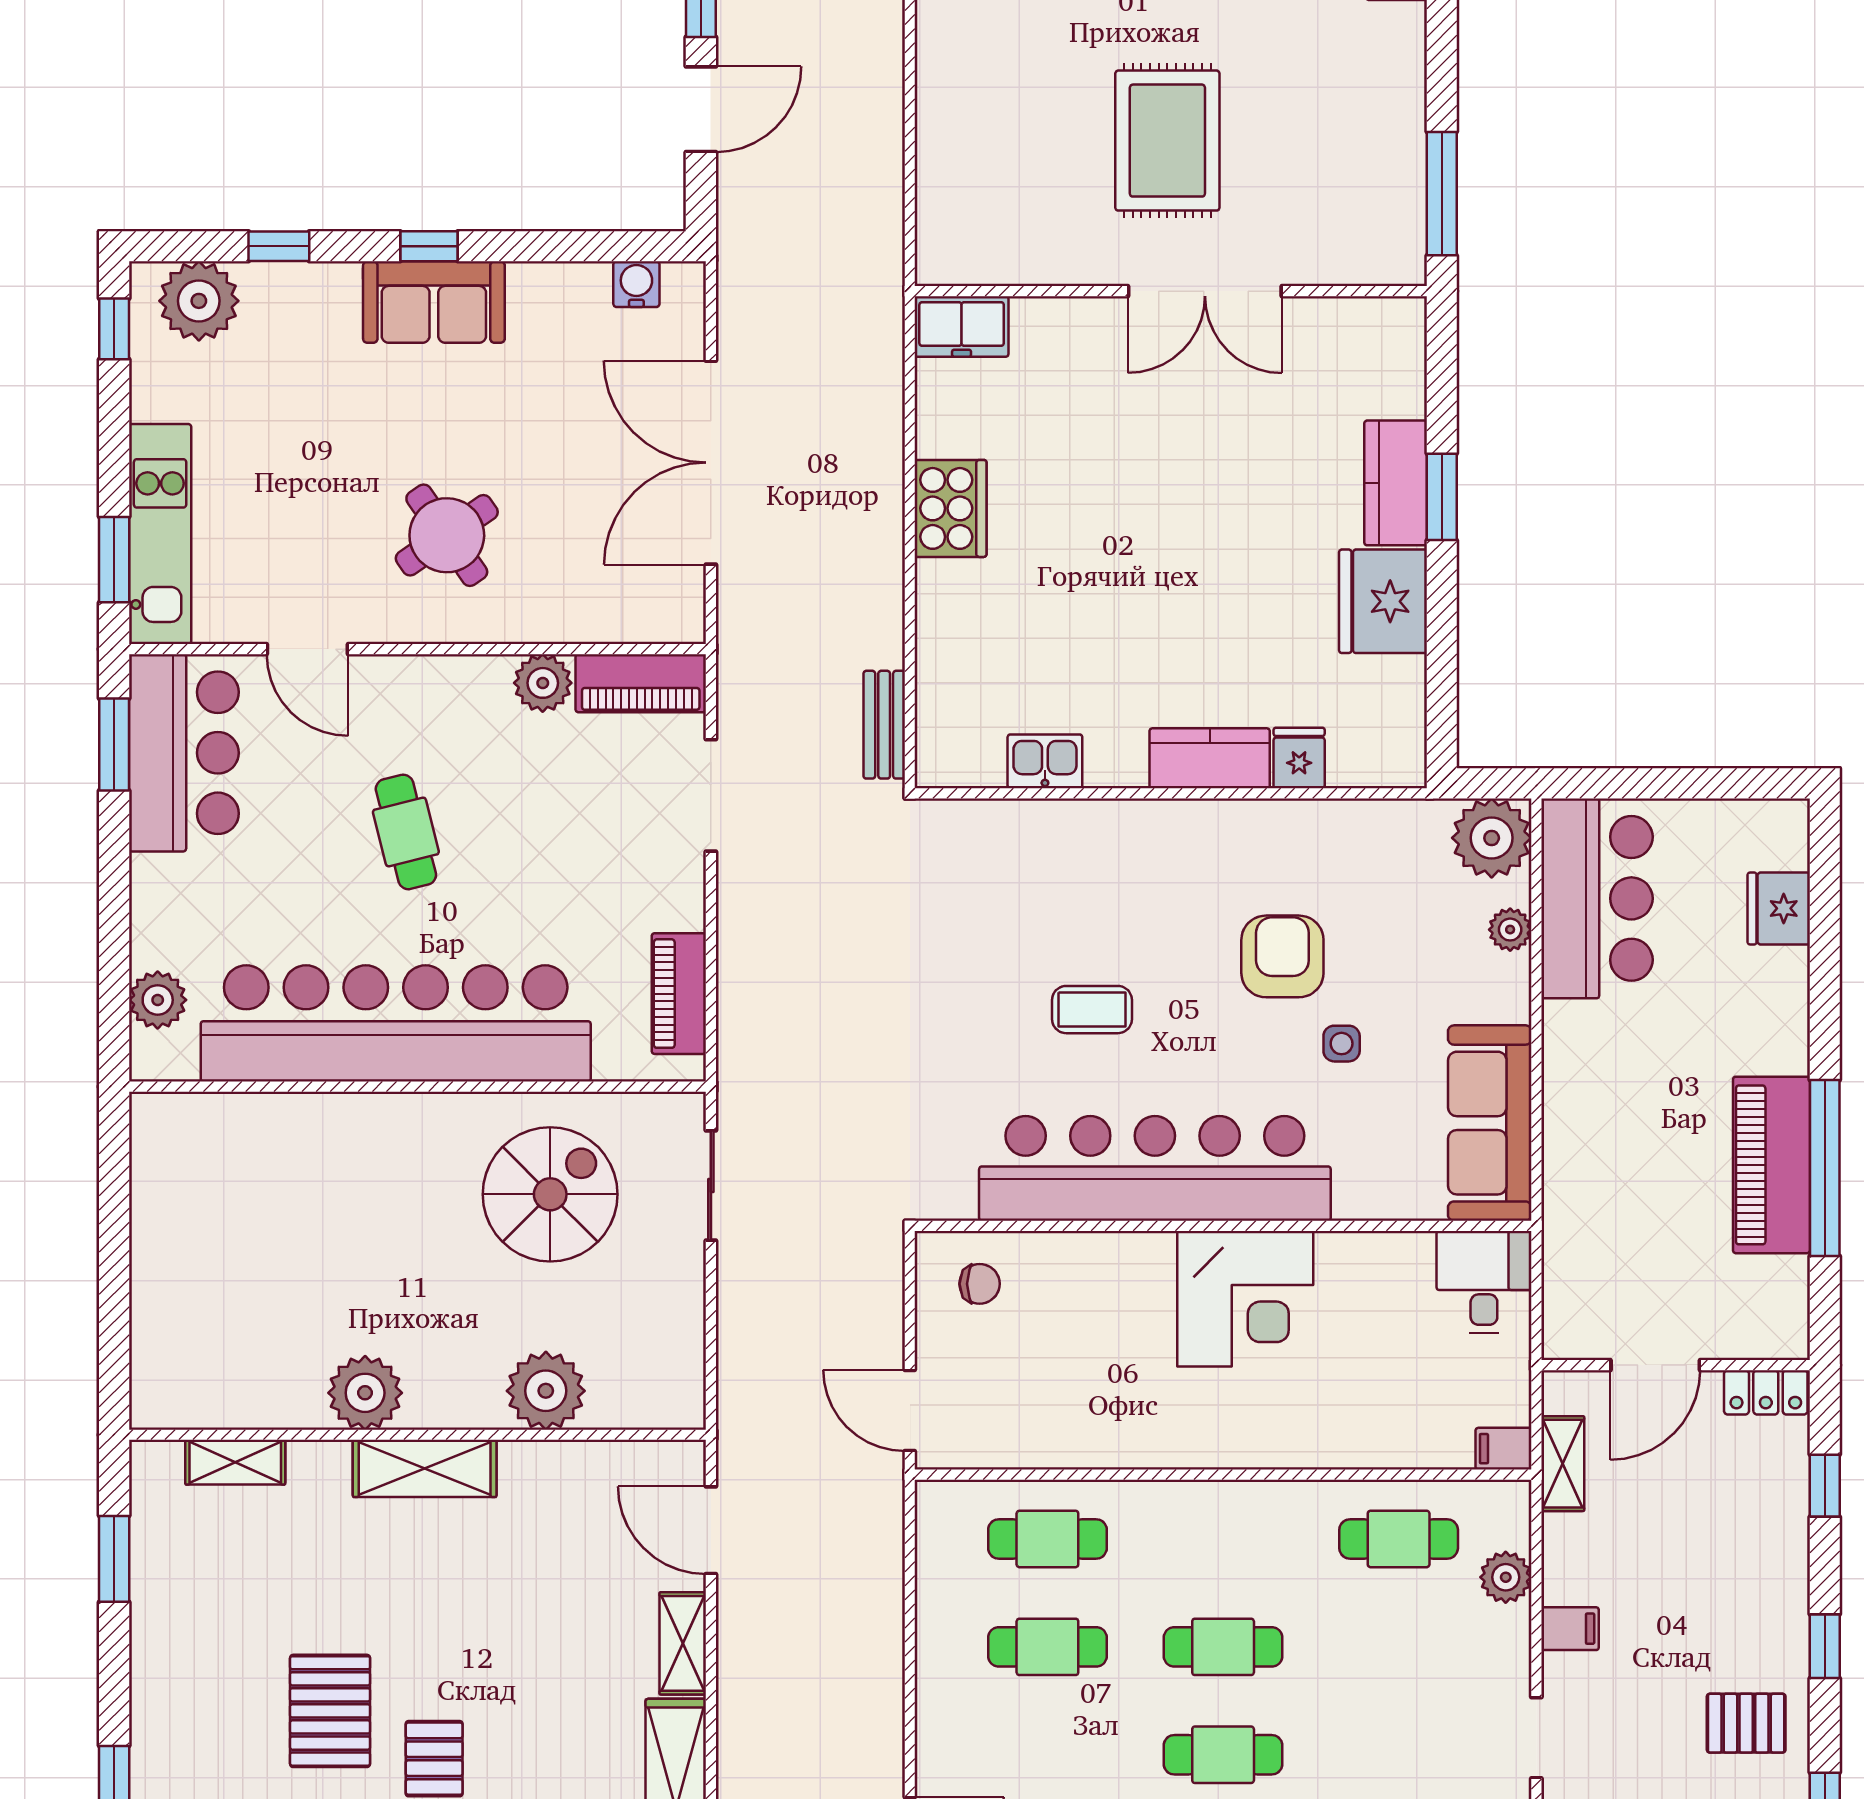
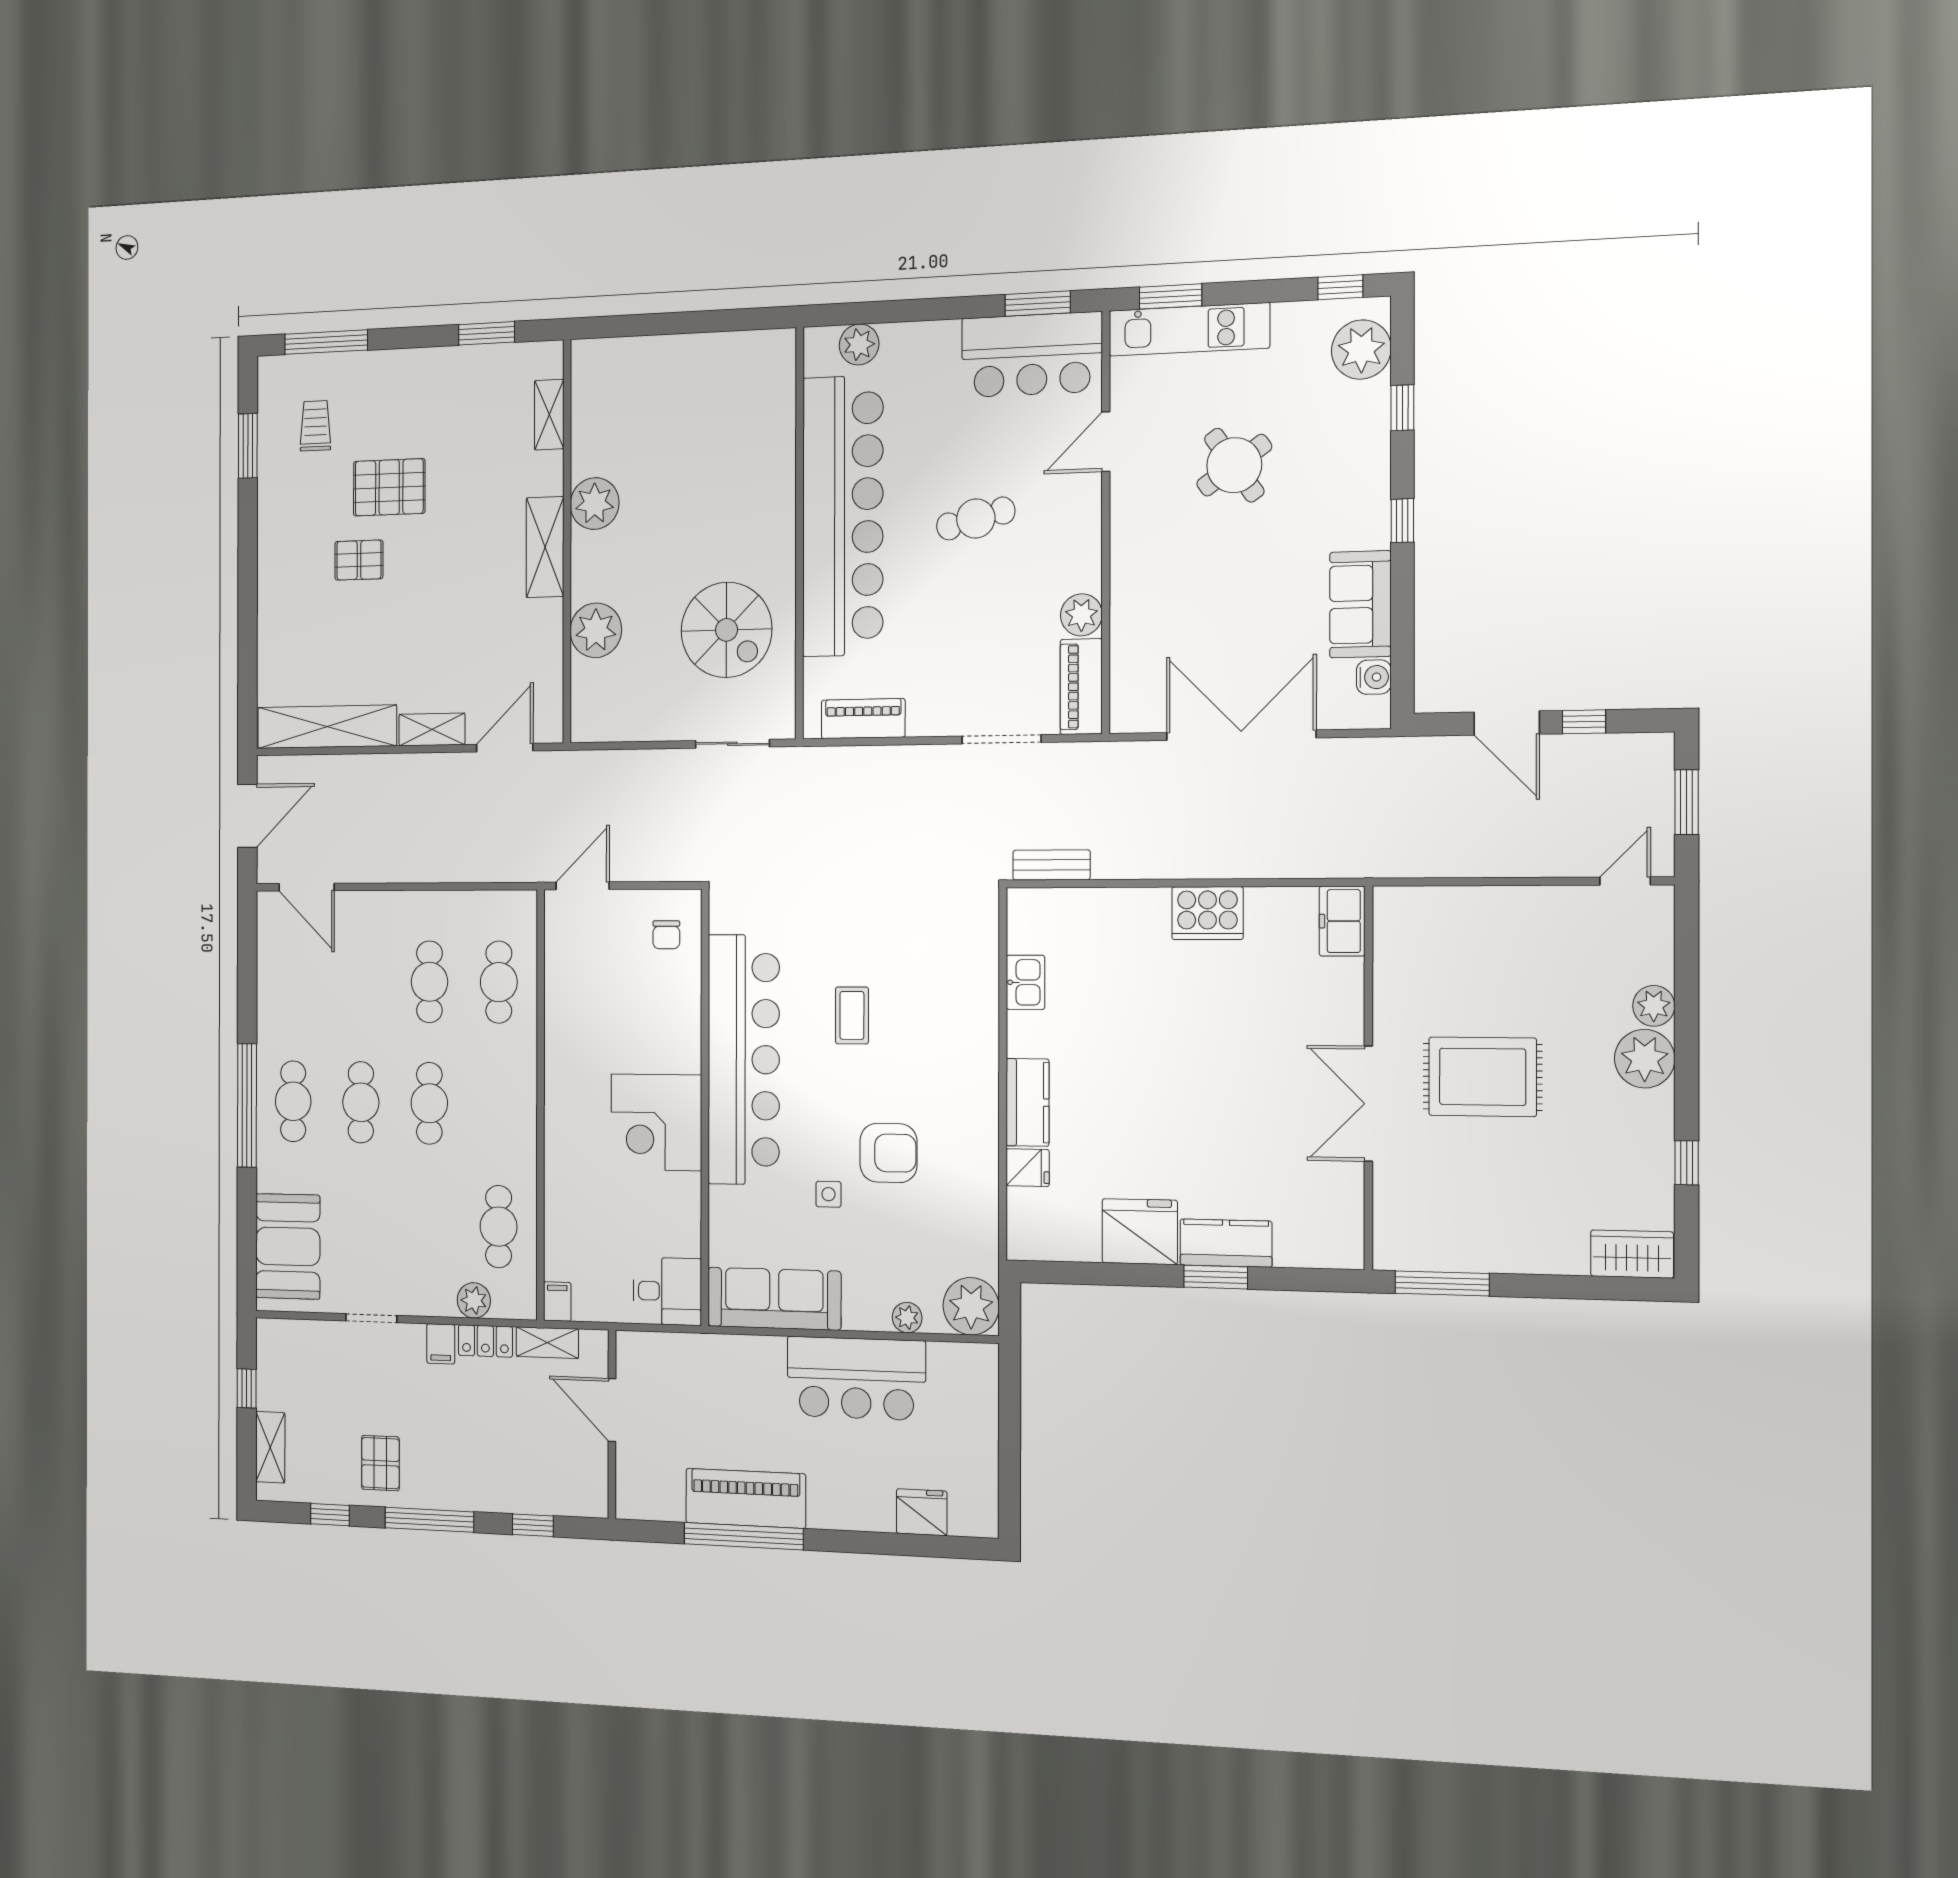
sofa: (434, 302) -> (1360, 604), moved
round table: (447, 535) -> (1234, 465), moved
bar counter: (1597, 898) -> (856, 1378), moved
locker: (1766, 1392) -> (485, 1341), moved, turned -90
window: (1825, 1646) -> (429, 1520), width x2.17

